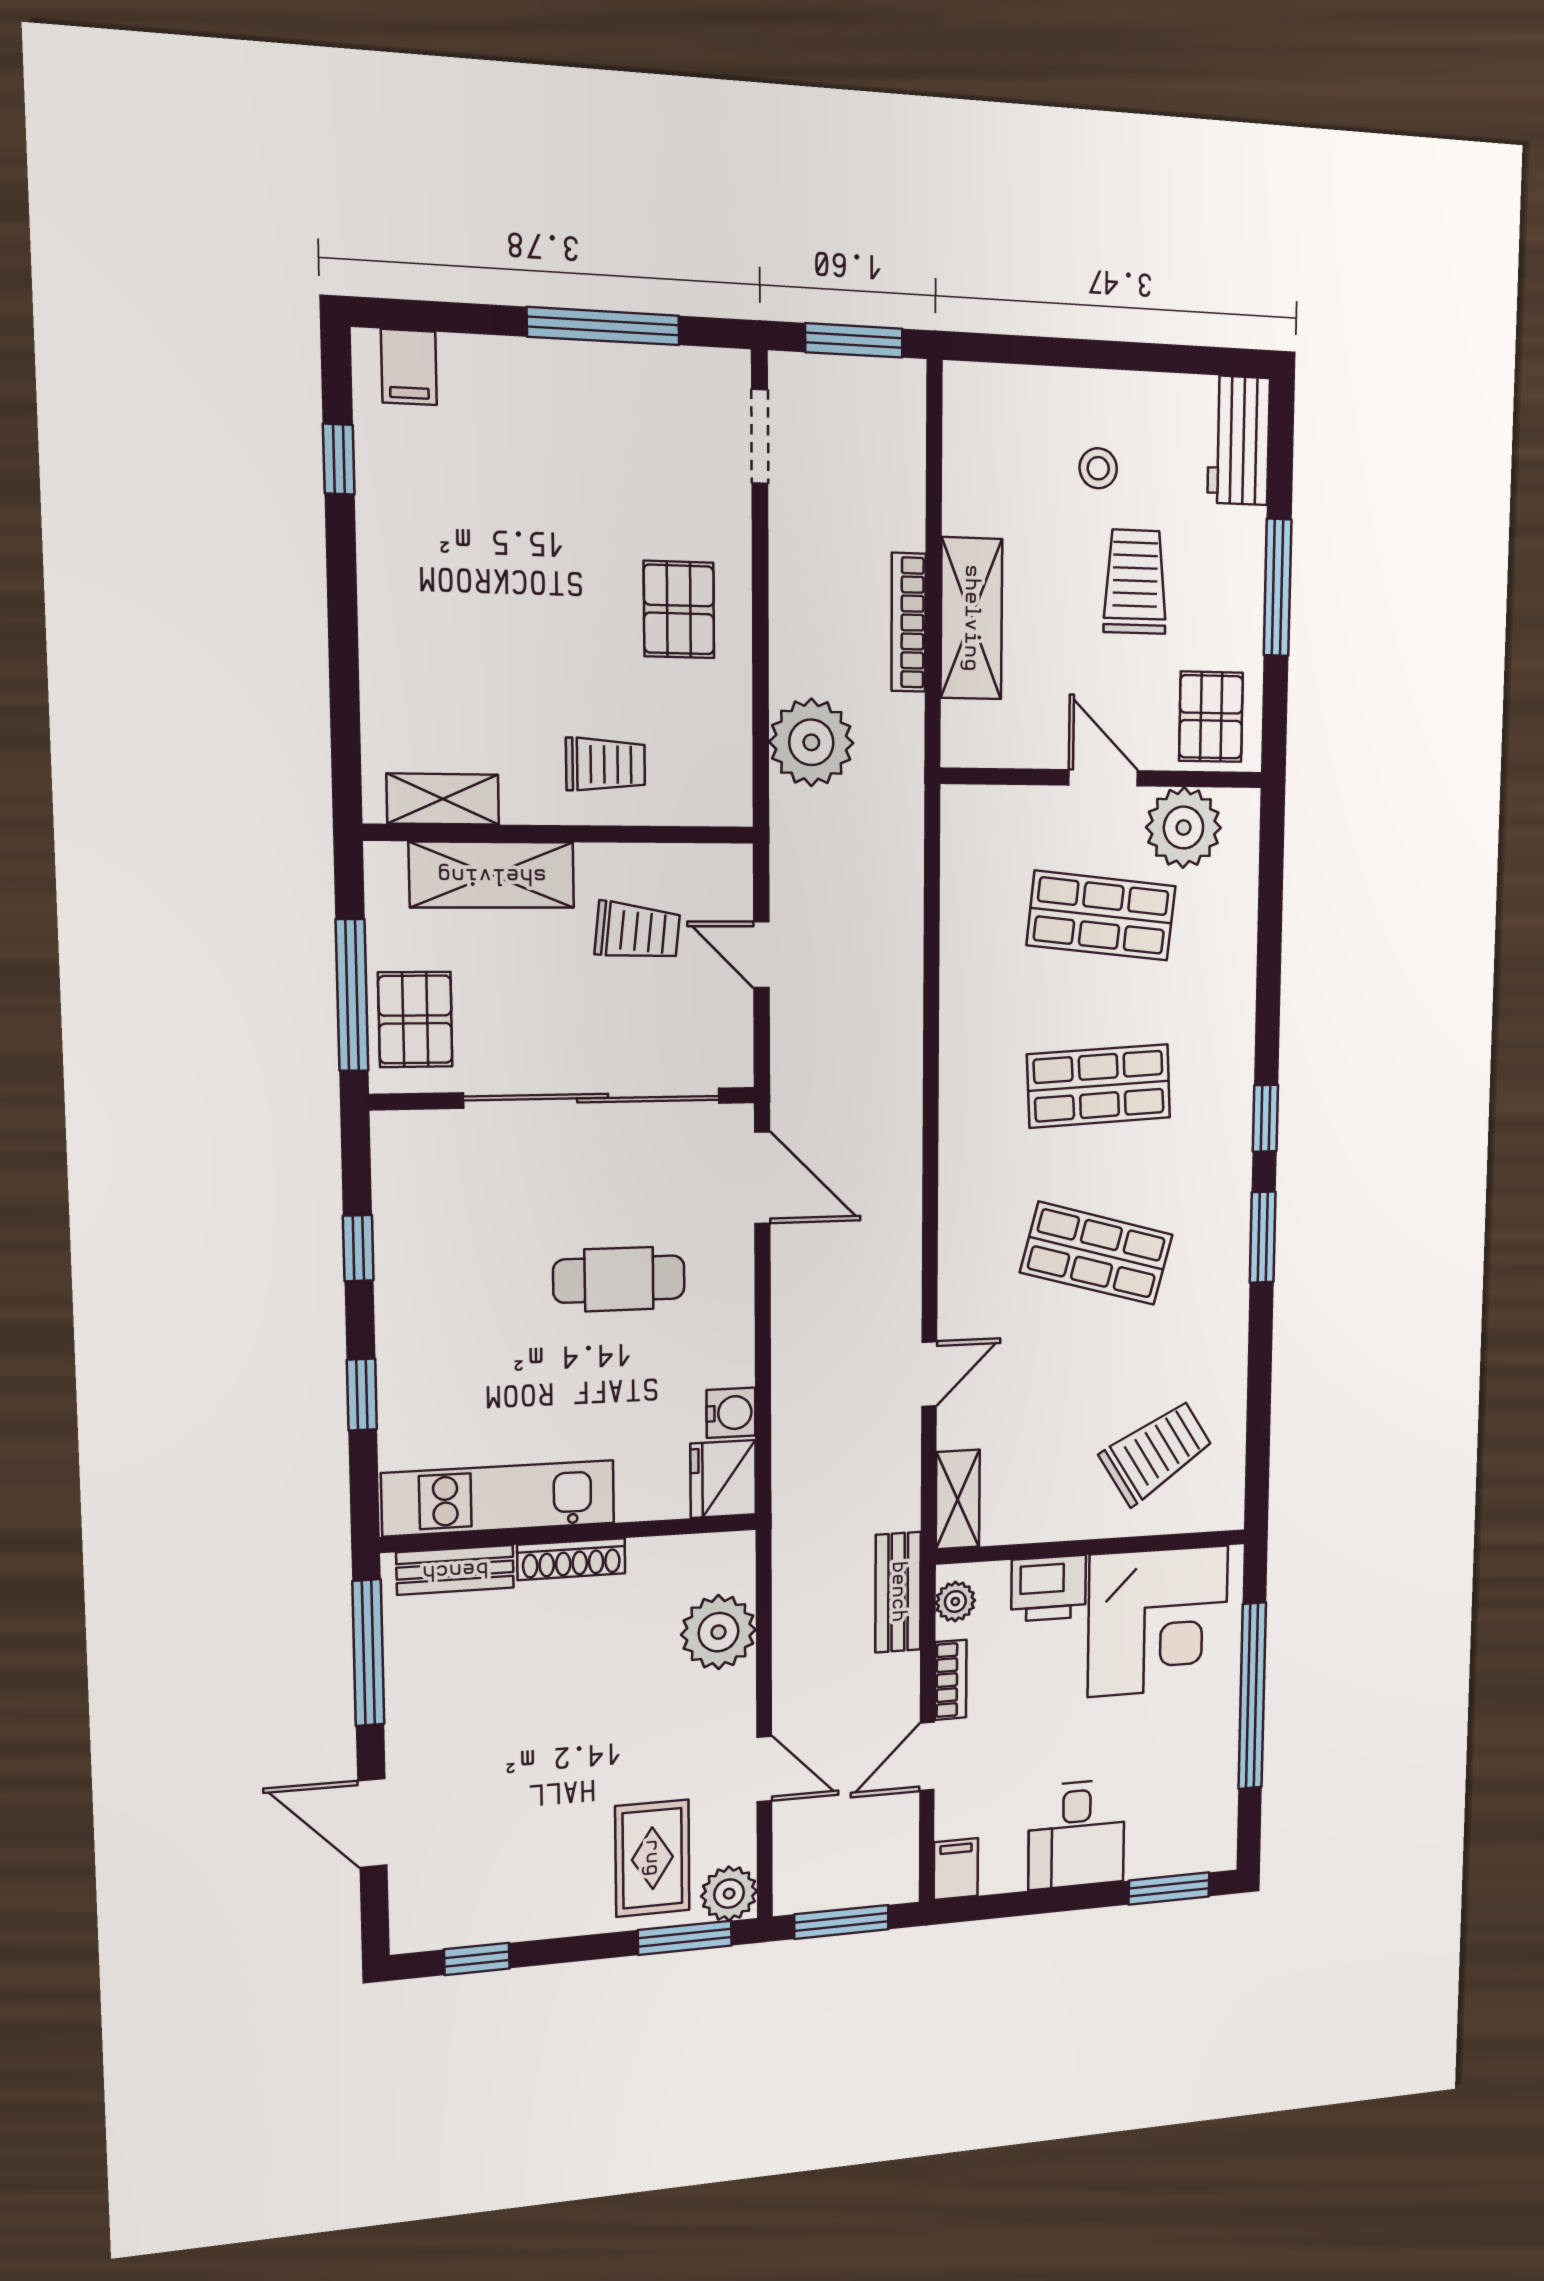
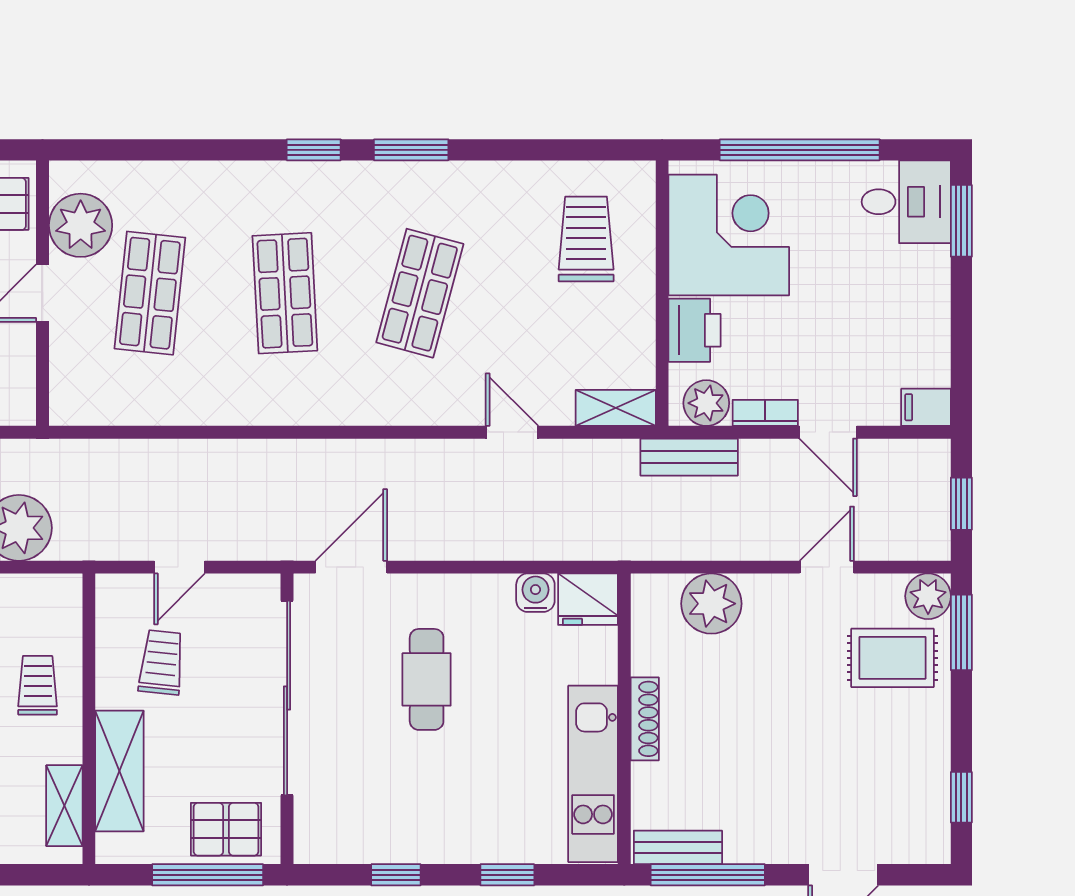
trolley: (1156, 1452) -> (586, 239), turned 32
bench: (455, 1570) -> (678, 847), moved, turned 90
plant: (955, 1602) -> (706, 403), width x1.38, depth x1.38
desk: (1077, 1834) -> (906, 202), moved
window: (841, 1922) -> (961, 504), width x0.67

